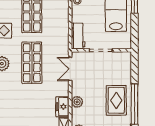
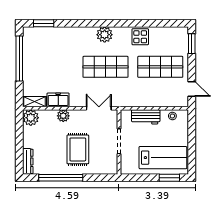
workbench: (78, 36) -> (146, 117), moved
rug: (116, 100) -> (78, 149), moved, turned 90

